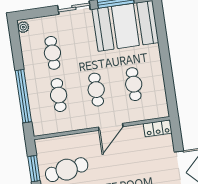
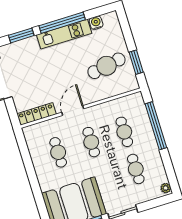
locker: (158, 128) -> (37, 114), width x1.53

